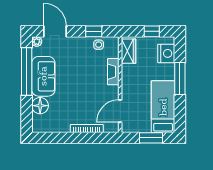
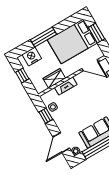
wardrobe: (129, 51) -> (54, 78), moved
bed: (163, 107) -> (72, 41), width x1.50

